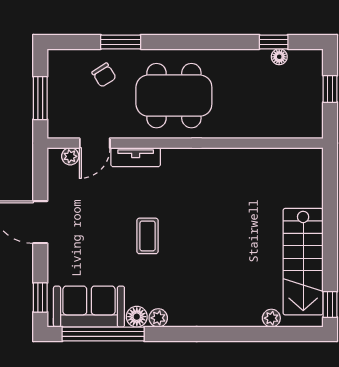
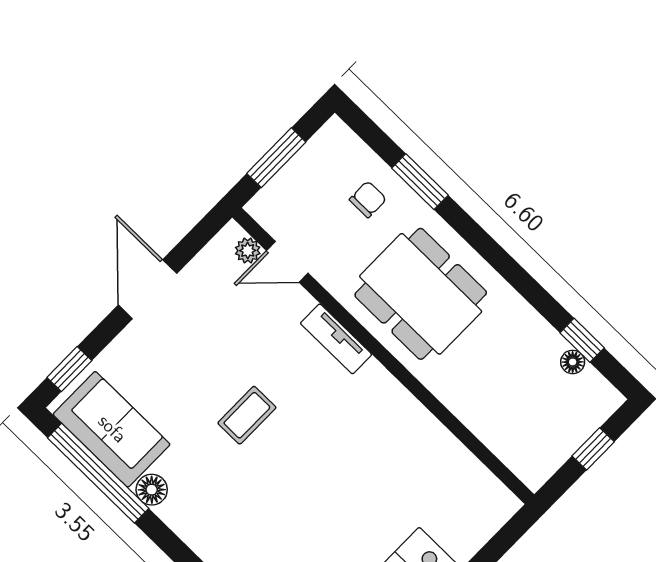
chair: (104, 75) -> (368, 199), turned -148
tv unit: (136, 157) -> (336, 339), moved
plant: (158, 318) -> (173, 513), removed

